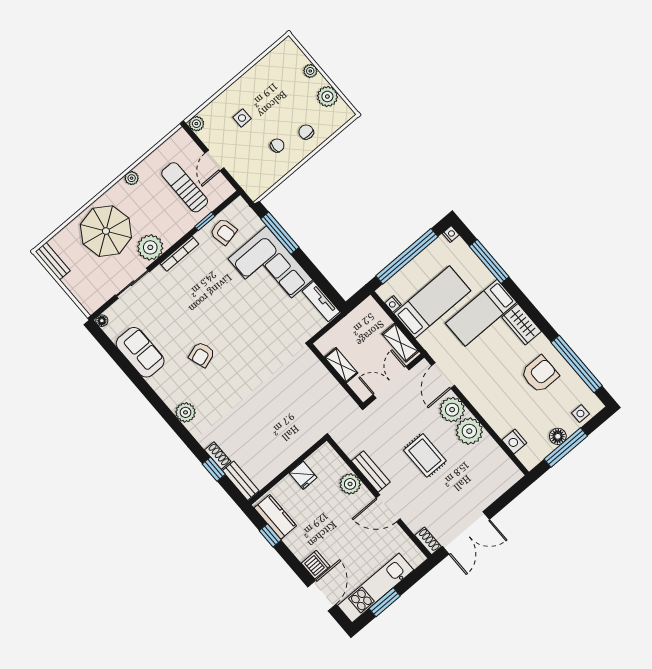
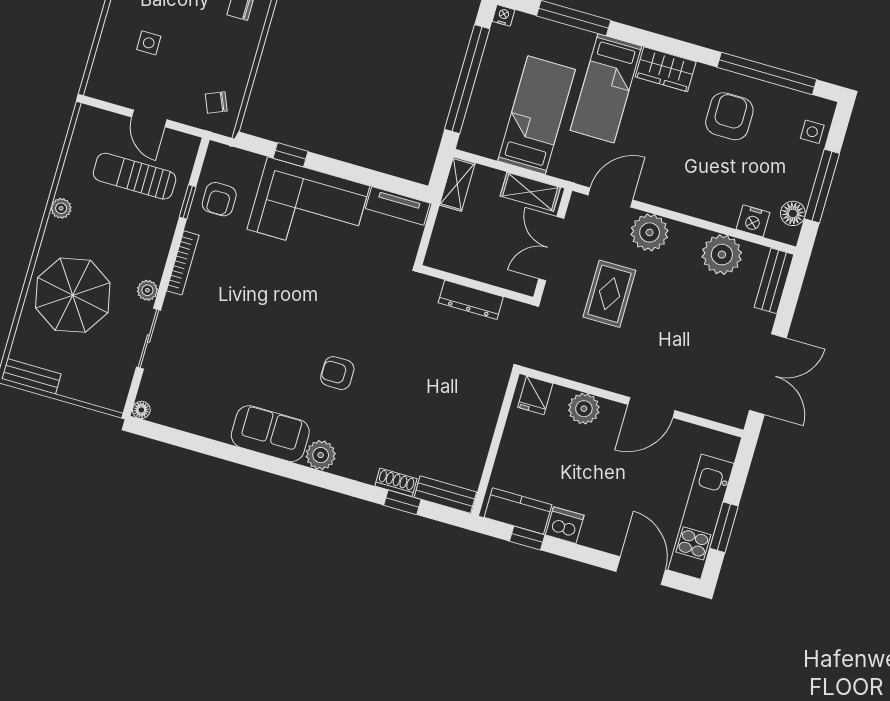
plant: (196, 124) -> (97, 87), removed
chair: (277, 146) -> (216, 102), moved, turned -113
armchair: (224, 232) -> (219, 199), turned 102
window: (280, 233) -> (291, 155), width x0.46
plant: (150, 247) -> (147, 290), width x0.53, depth x0.53
nightstand: (393, 304) -> (489, 150), removed
sofa: (140, 352) -> (270, 434), moved
armchair: (202, 355) -> (337, 373), moved, turned 108
shelving: (341, 365) -> (457, 184), moved, turned 90
door: (443, 376) -> (610, 198), swing flipped
dresser: (327, 381) -> (471, 300), added
plant: (469, 431) -> (722, 255), moved
floor lamp: (558, 436) -> (793, 213), moved
rug: (425, 455) -> (609, 294), moved, turned 90
bench: (371, 471) -> (774, 281), moved, turned 90
fridge: (303, 475) -> (535, 395), moved, turned 90
shoe rack: (428, 541) -> (728, 415), removed
dishwasher: (316, 565) -> (565, 525), moved

